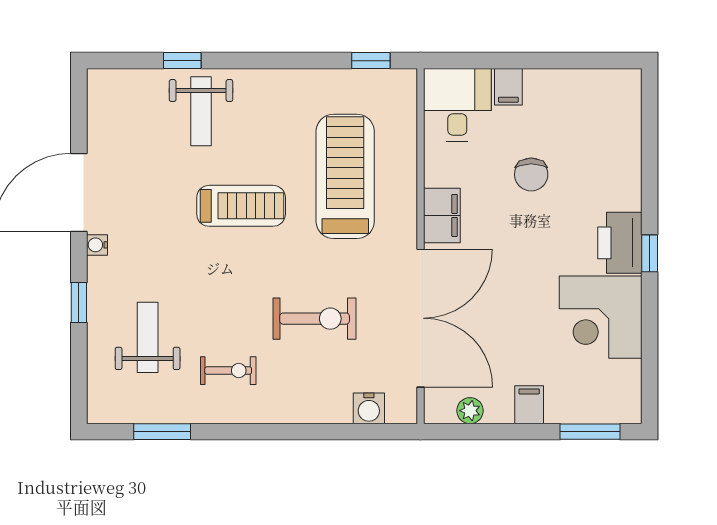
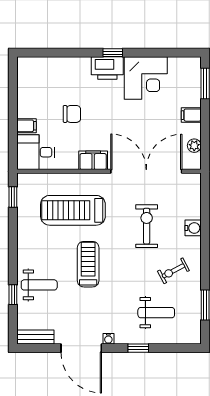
bench: (100, 104) -> (35, 337), added
weight bench: (148, 337) -> (156, 313), turned 180
exercise bike: (228, 371) -> (173, 271), turned -118
water cooler: (369, 408) -> (193, 228), moved

